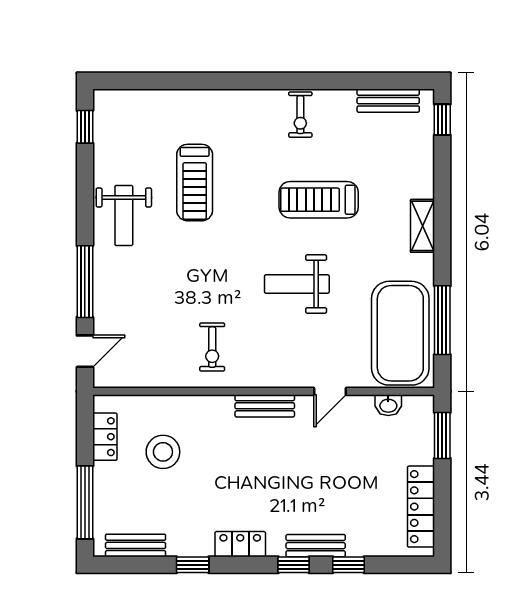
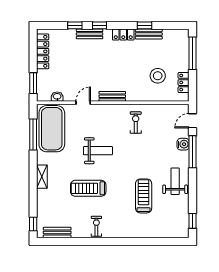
treadmill: (319, 200) -> (88, 188), turned 180
water cooler: (106, 299) -> (183, 144), added
bench: (136, 545) -> (149, 34), moved

